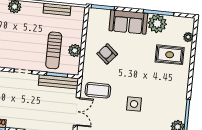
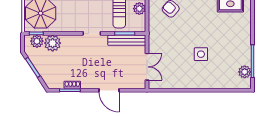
coffee table: (98, 90) -> (165, 44), removed

